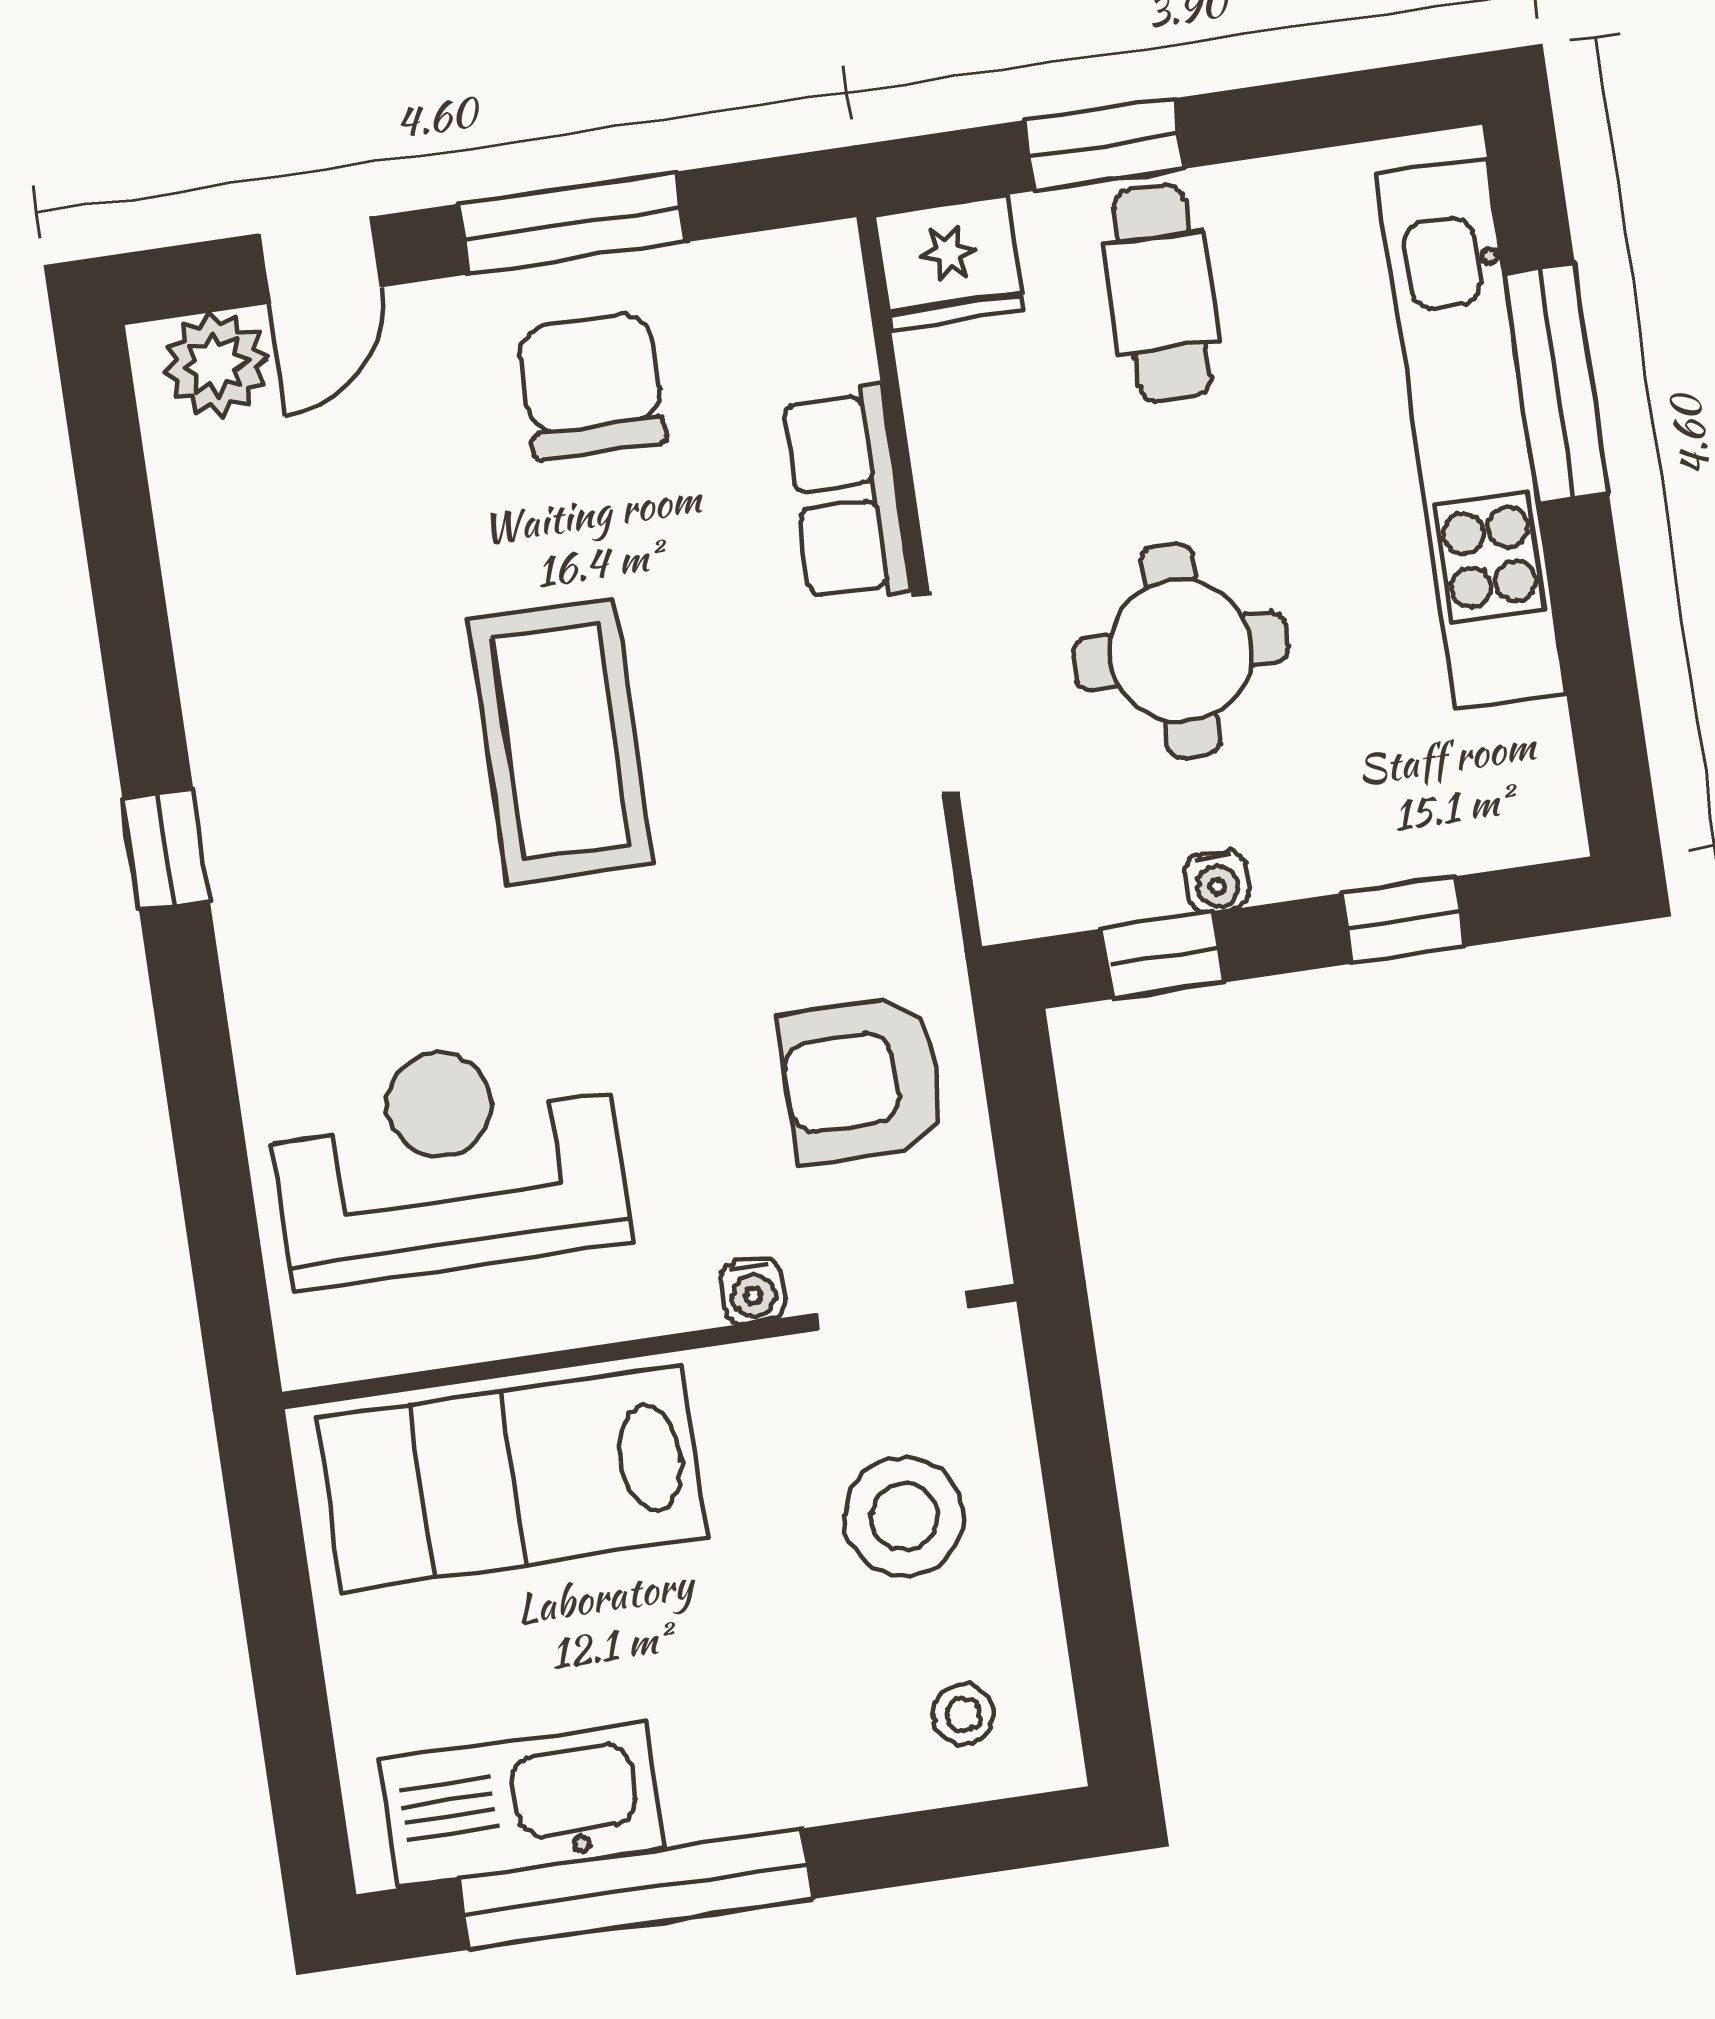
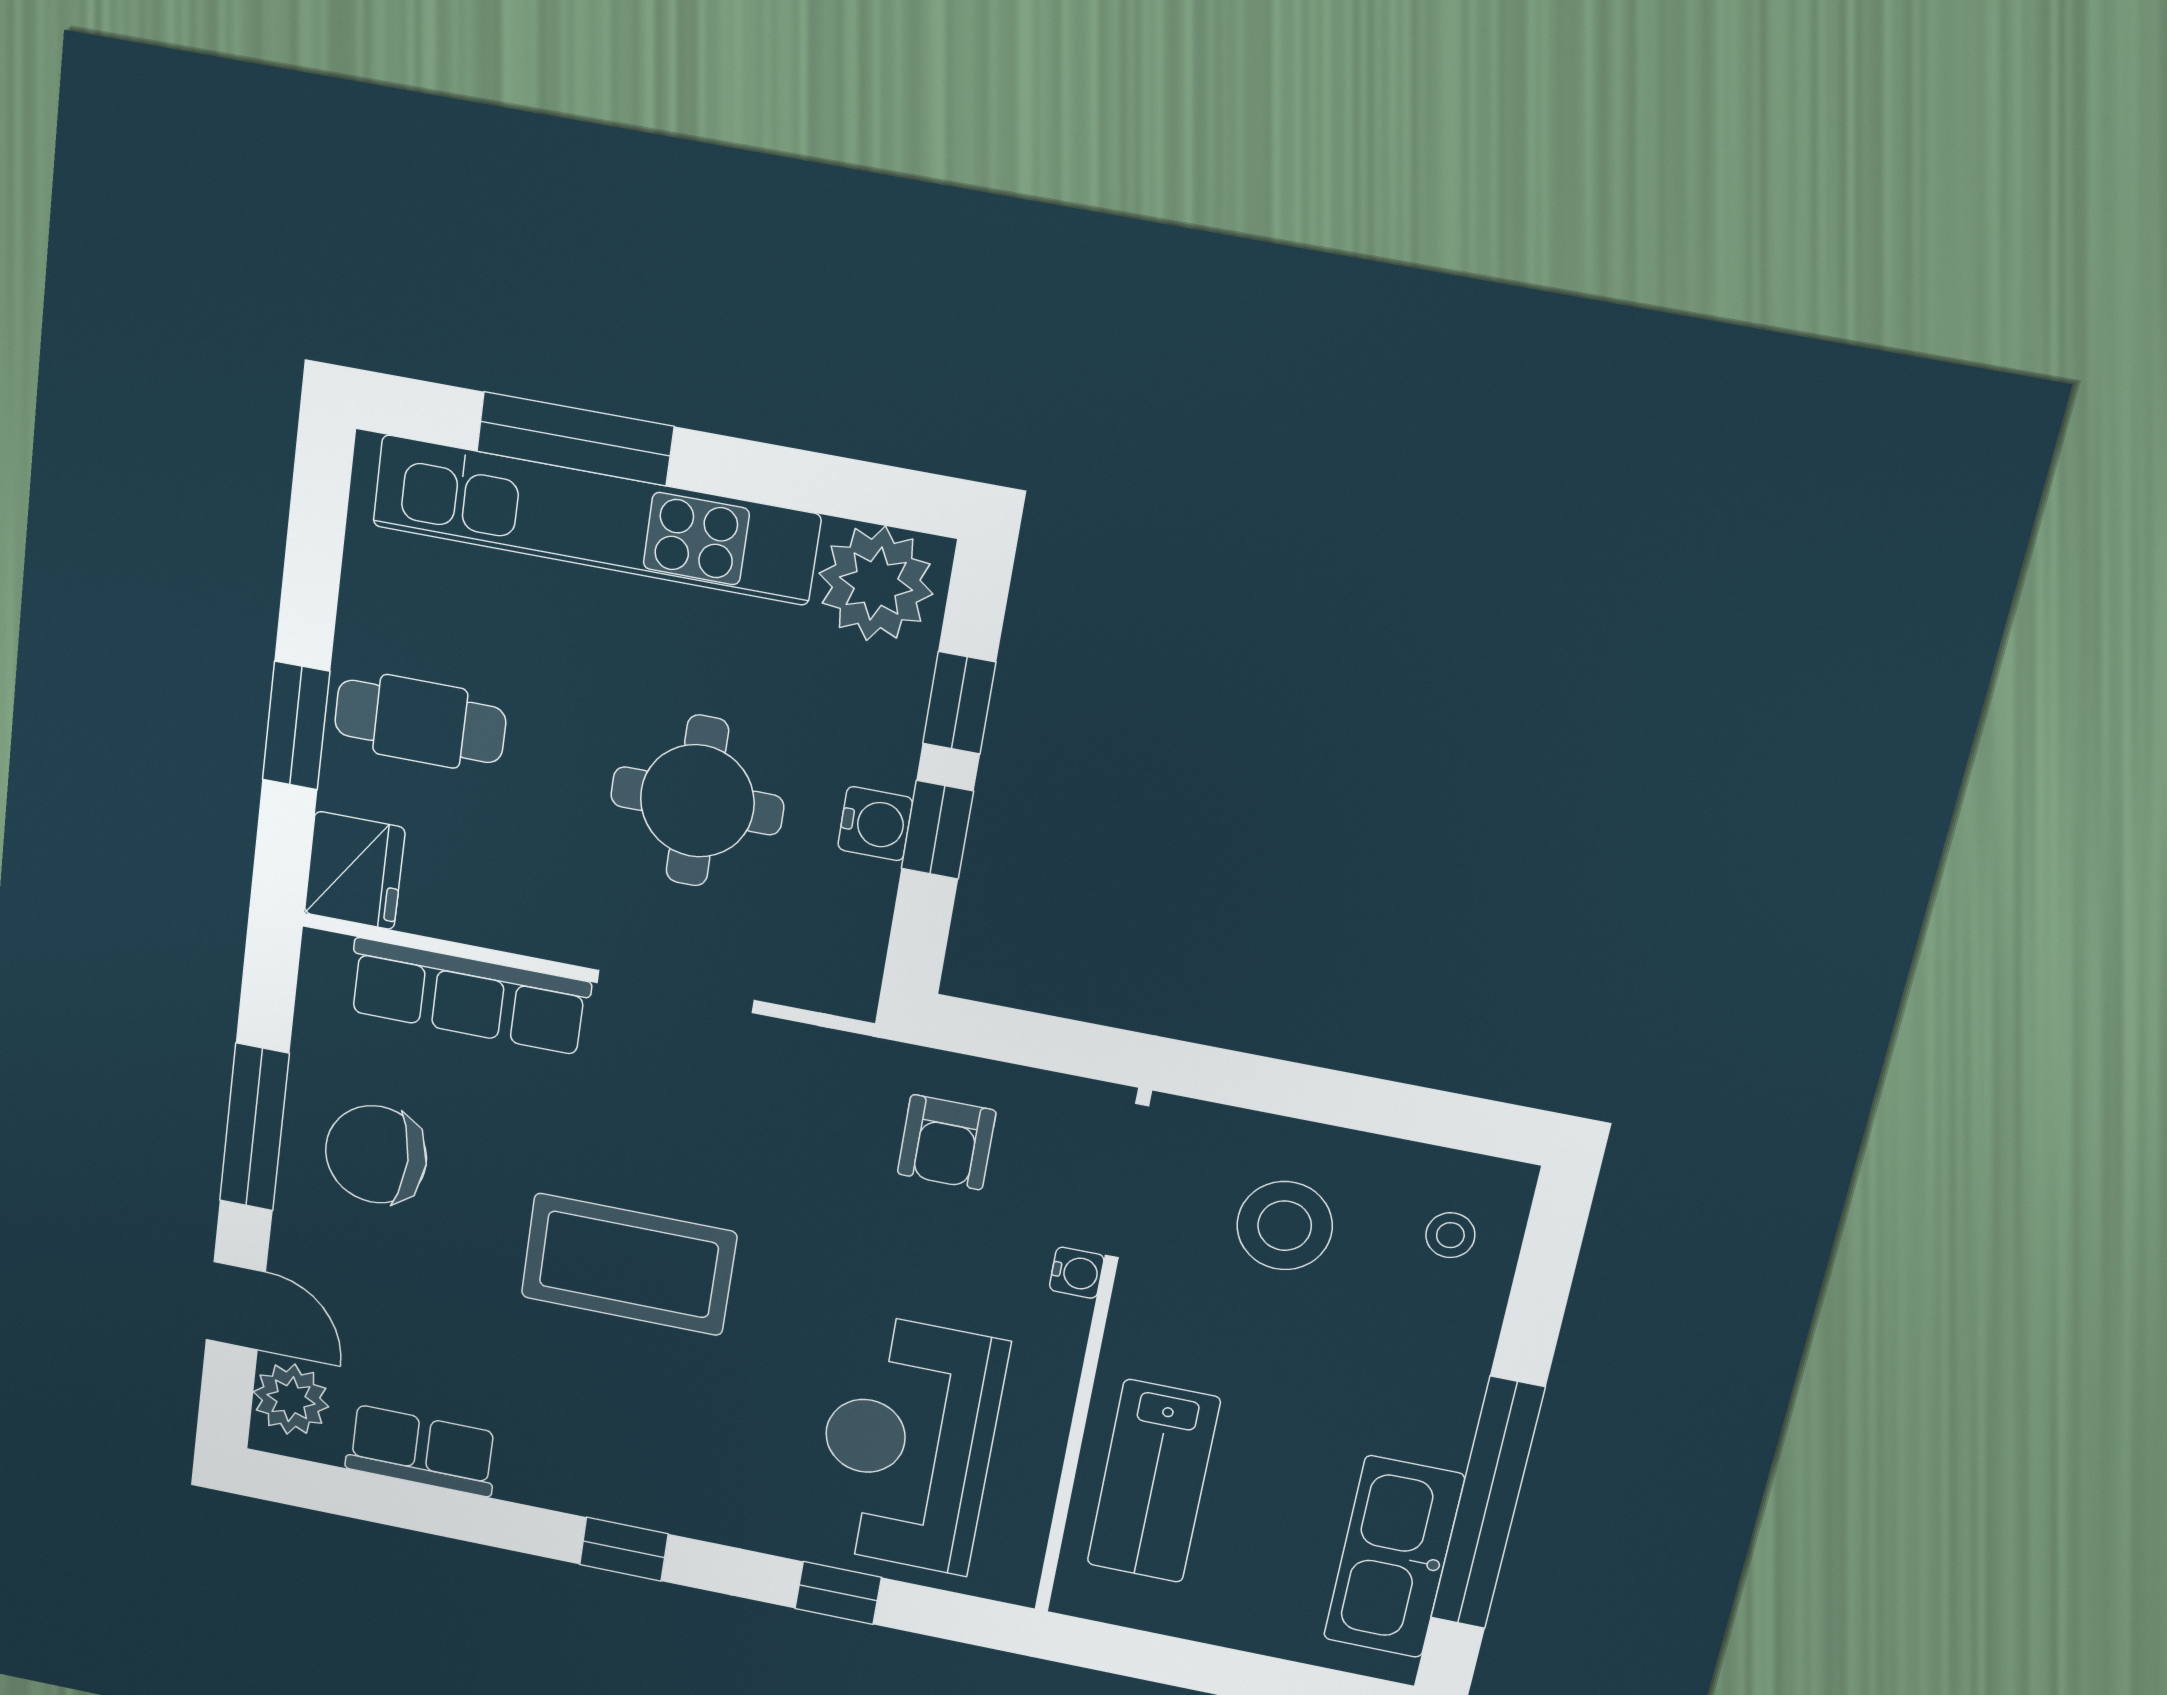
row of seats: (847, 495) -> (469, 997), width x1.48
row of seats: (207, 552) -> (422, 1451), added
plant: (1508, 780) -> (876, 584), added
water cooler: (1217, 881) -> (875, 824), width x1.38, depth x1.38
window: (1162, 956) -> (937, 830), moved
armchair: (863, 1080) -> (947, 1142), width x0.72, depth x0.72
window: (209, 1139) -> (838, 1593), added
doorway: (892, 1311) -> (1127, 1181), width x1.38
lab bench: (512, 1478) -> (1153, 1481), width x0.73, depth x0.72

